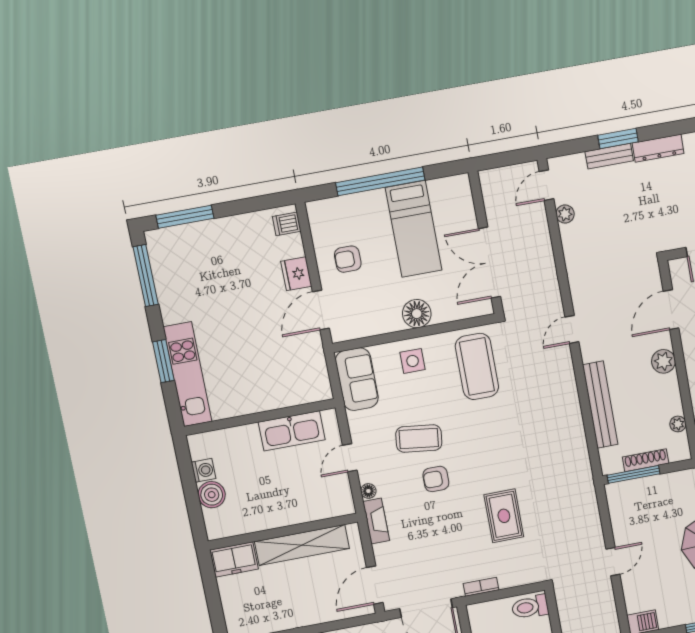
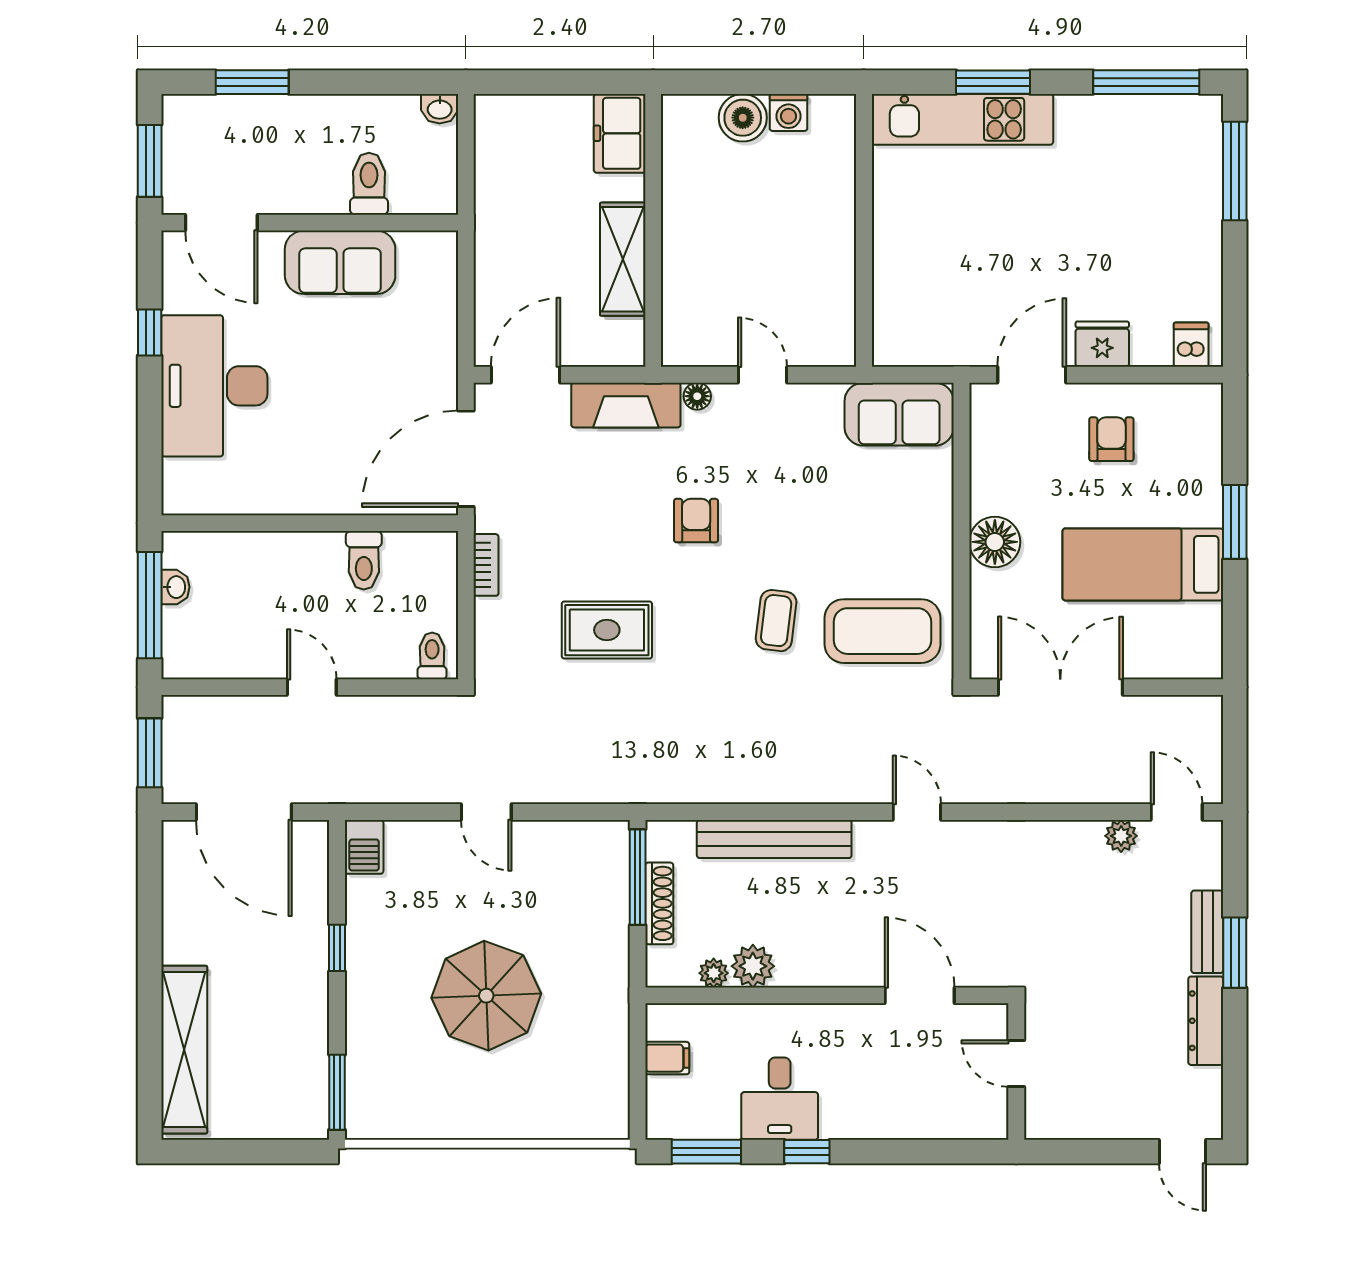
window: (380, 181) -> (1235, 522), width x0.47
door: (321, 310) -> (1032, 375), hinge flipped
side table: (413, 361) -> (913, 519), removed
plant: (663, 361) -> (753, 966), moved
kitchen sink: (292, 431) -> (829, 281), removed
coffee table: (419, 439) -> (776, 621), moved, width x0.73, depth x0.77
fireplace: (376, 521) -> (626, 405), width x1.37, depth x1.32
shelving: (302, 545) -> (623, 259), width x0.68
door: (375, 585) -> (525, 375), hinge flipped
toilet: (530, 607) -> (432, 656), width x0.73, depth x0.72

